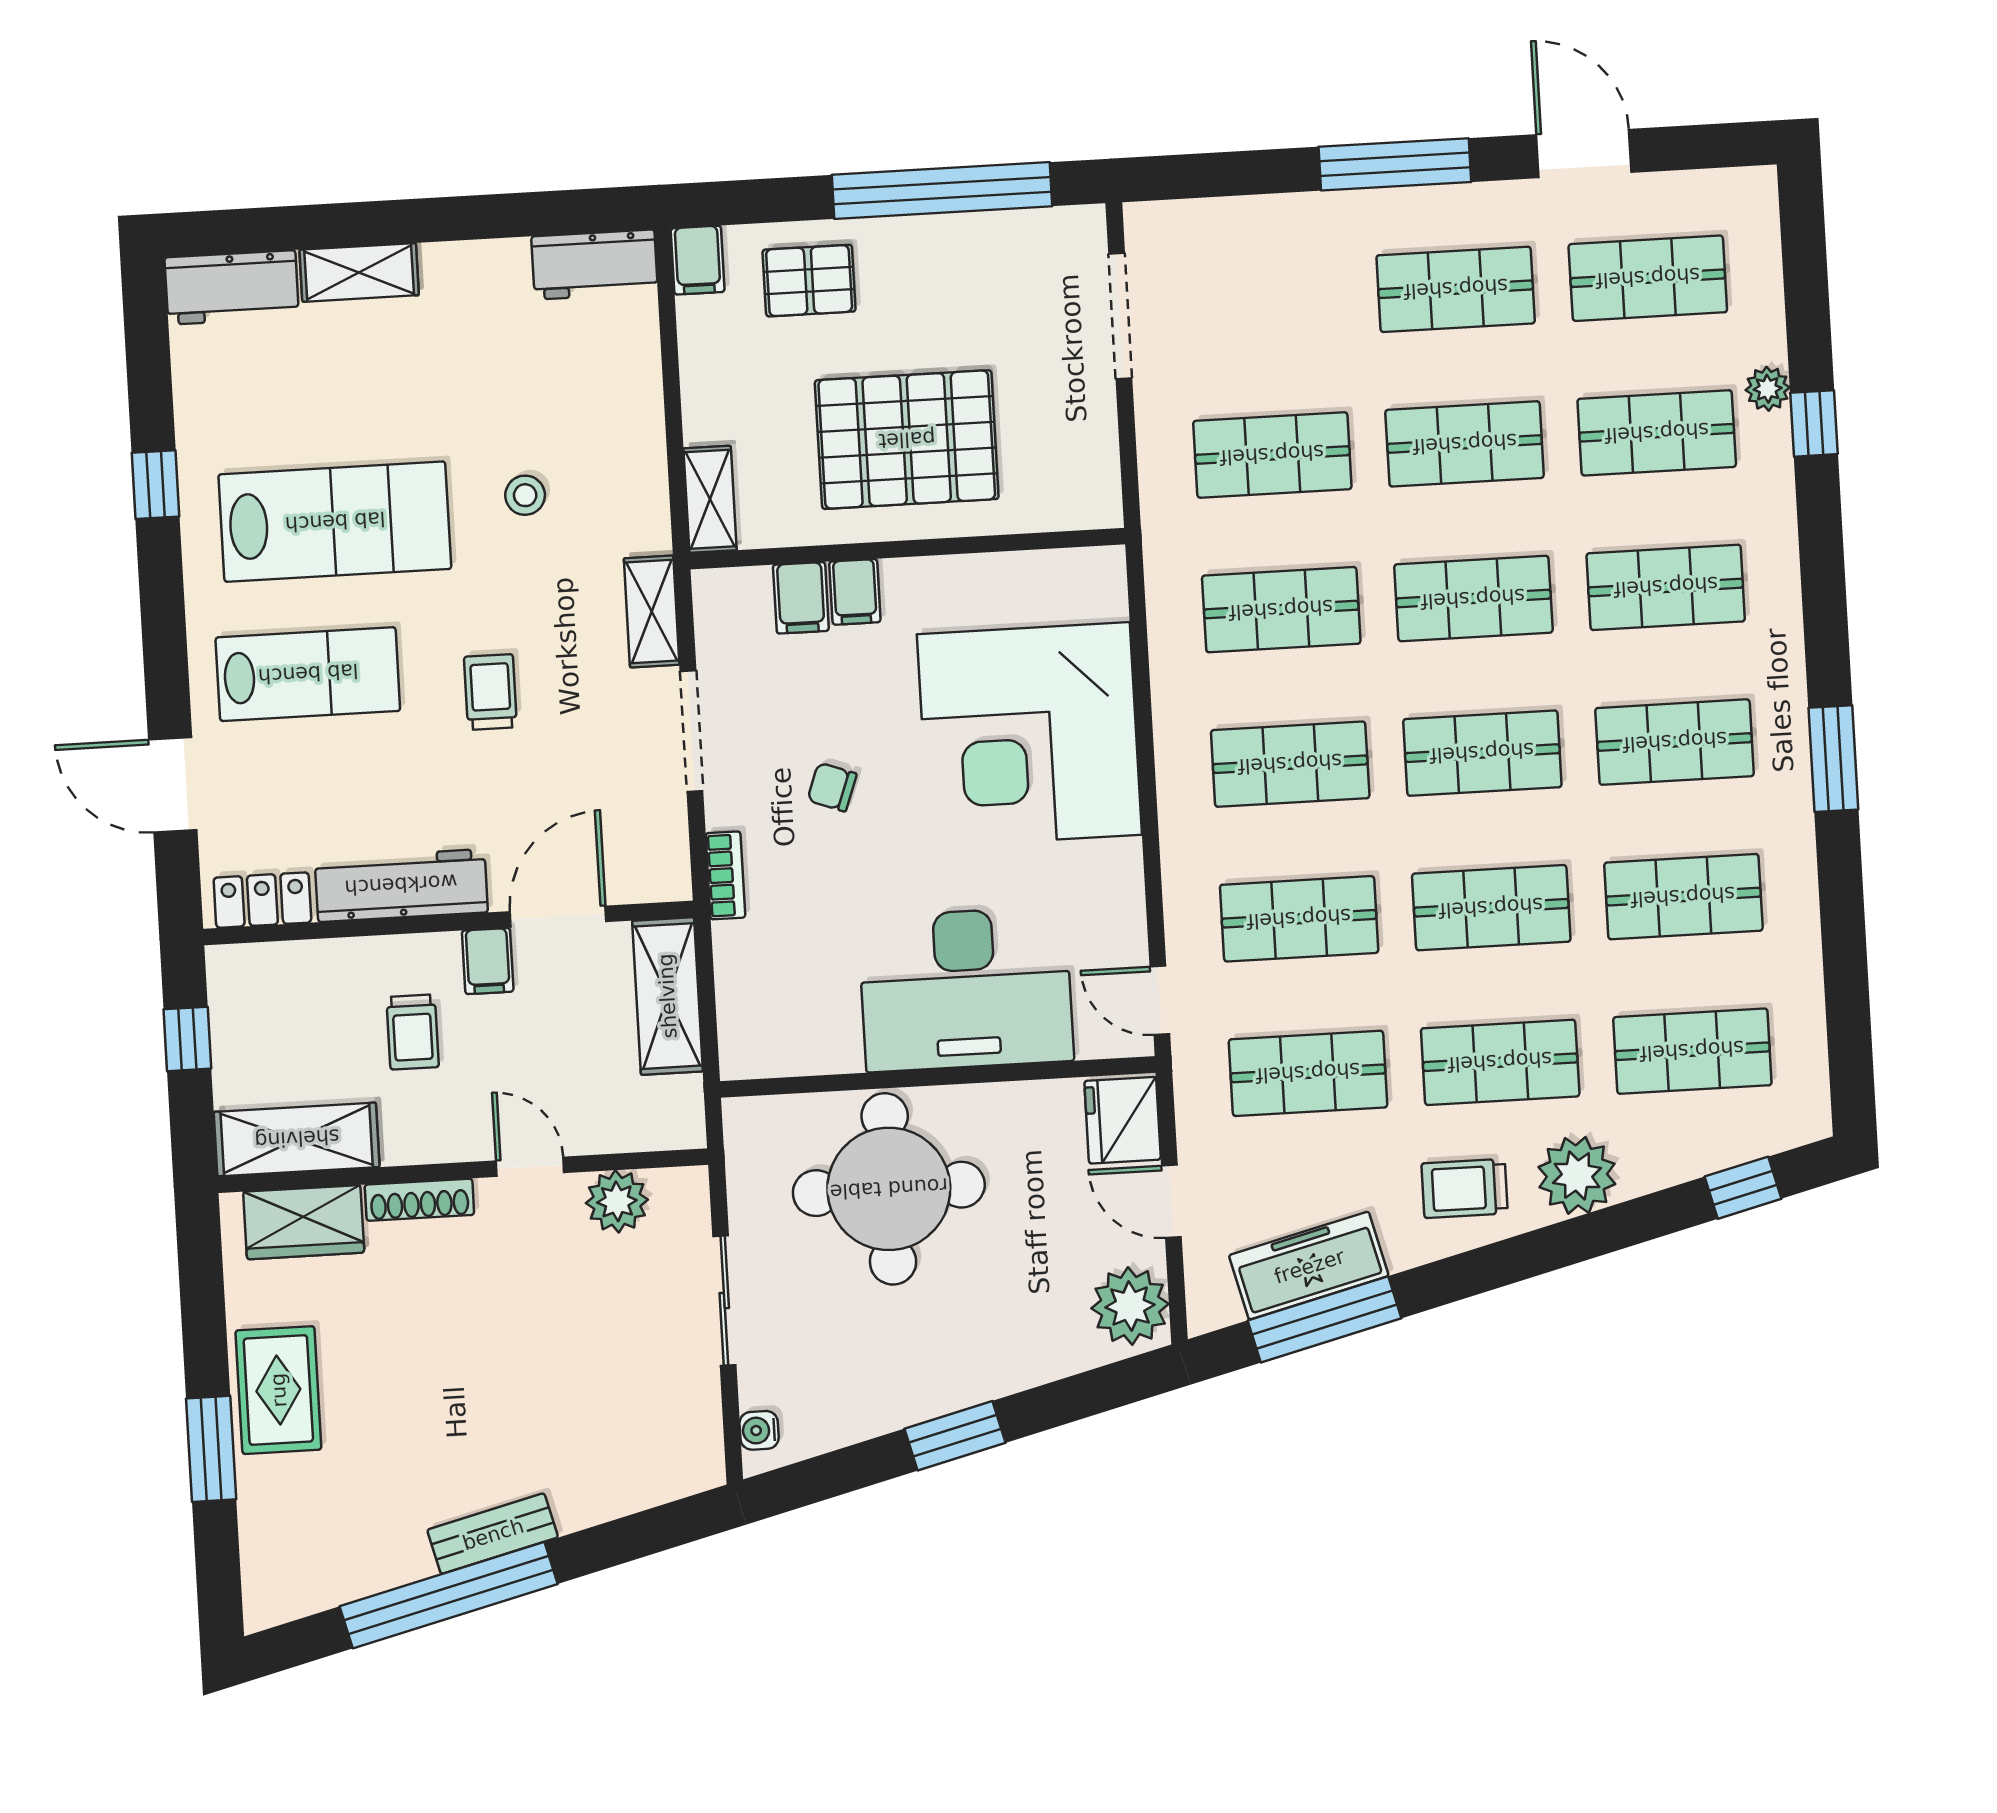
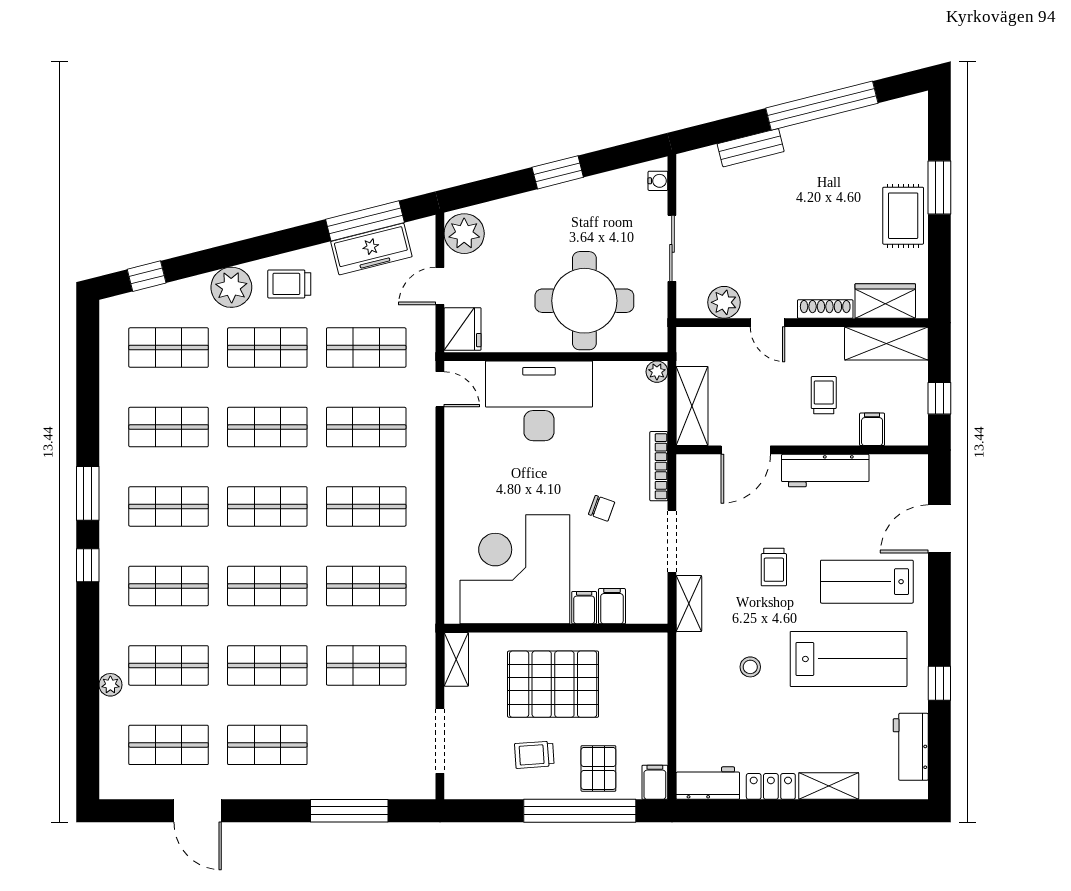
window: (1395, 164) -> (349, 811), moved
window: (942, 191) -> (580, 811), moved
pallet: (809, 281) -> (598, 768), turned 90
workbench: (232, 287) -> (911, 747), moved, turned -90
trolley: (935, 300) -> (534, 755), added
window: (1814, 423) -> (88, 565), moved
shelving: (710, 499) -> (456, 659), moved
lab bench: (335, 522) -> (849, 659), turned 180
corner desk: (1029, 735) -> (515, 569), moved, turned -90
door: (173, 785) -> (939, 529), swing flipped
bookcase: (725, 875) -> (659, 466), width x1.56
locker: (262, 900) -> (771, 786), moved, turned 180
filing cabinet: (488, 961) -> (872, 429), moved
plant: (740, 1059) -> (657, 372), added
trolley: (1465, 1188) -> (289, 284), turned 180
door: (1171, 1201) -> (440, 286), swing flipped
bench: (493, 1534) -> (751, 148), moved

